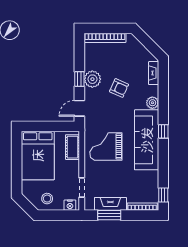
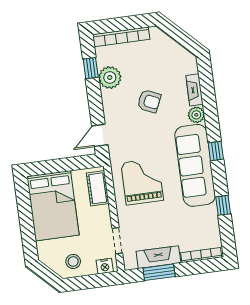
fireplace: (154, 73) -> (194, 90), moved
window: (79, 79) -> (91, 68), moved
plant: (92, 79) -> (110, 78), moved
grand piano: (106, 146) -> (142, 181), turned 90
window: (163, 195) -> (223, 205), moved

